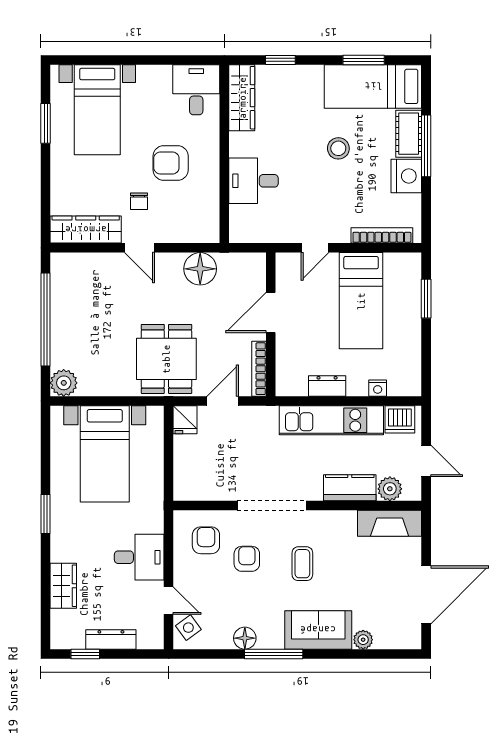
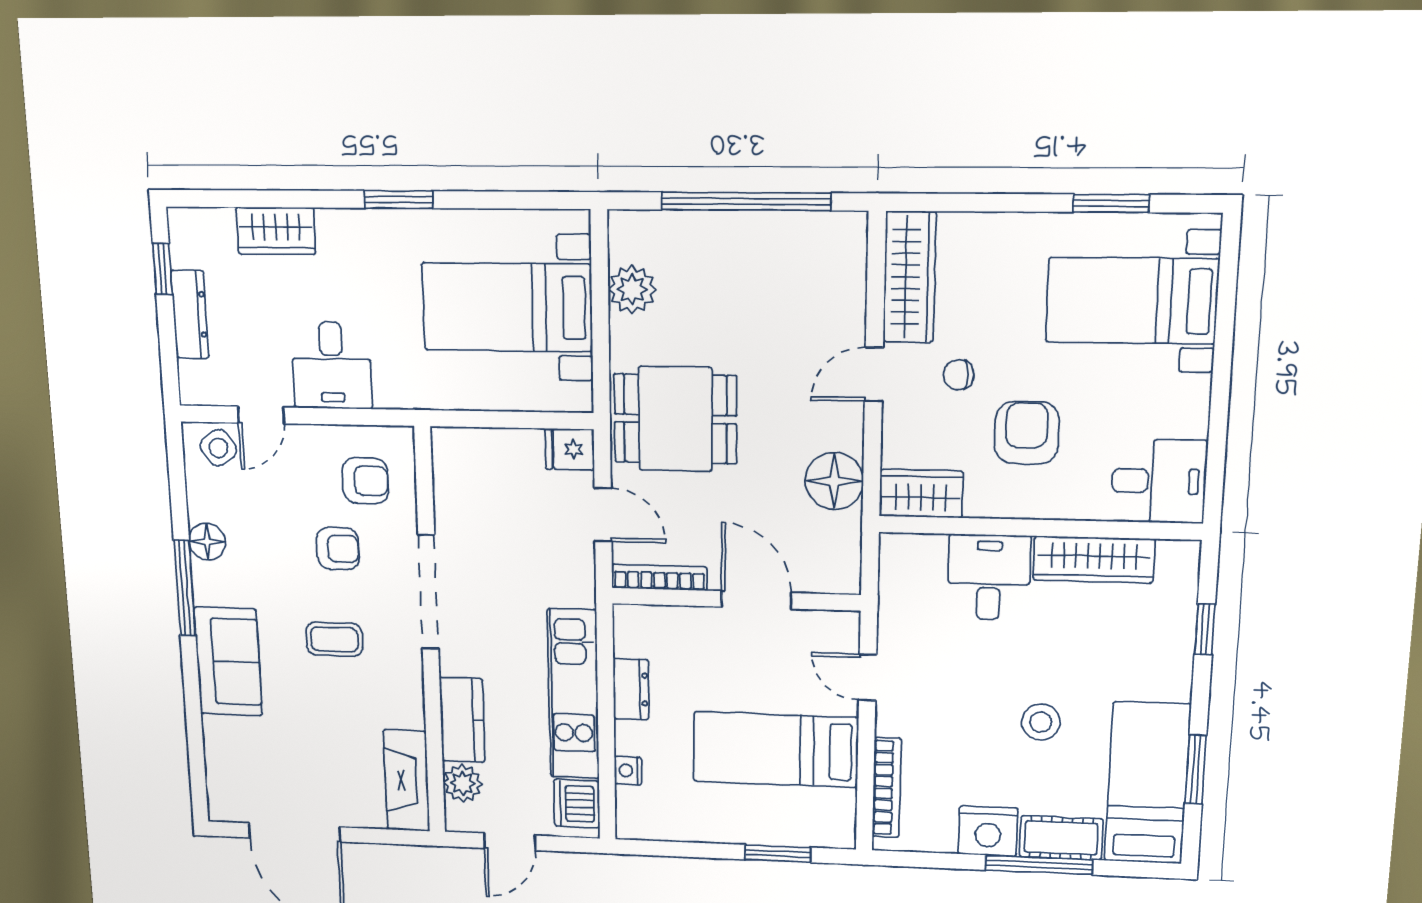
wardrobe: (242, 98) -> (1094, 560), moved
wardrobe: (206, 220) -> (921, 494), added
plant: (64, 383) -> (632, 289), moved
plant: (363, 640) -> (217, 732), removed

